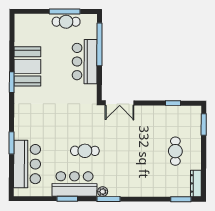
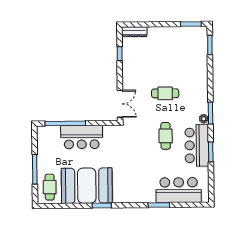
window: (65, 11) -> (35, 169), moved
cafe table: (66, 22) -> (50, 187), moved
booth: (27, 66) -> (87, 186), width x1.36, depth x1.42
window: (204, 125) -> (191, 24), moved
cafe table: (175, 151) -> (165, 93), moved
dresser: (196, 183) -> (134, 32), moved

